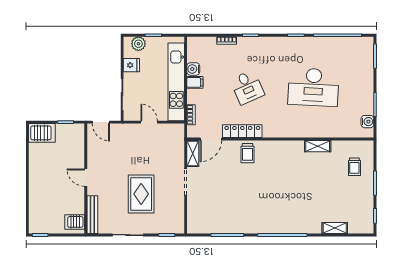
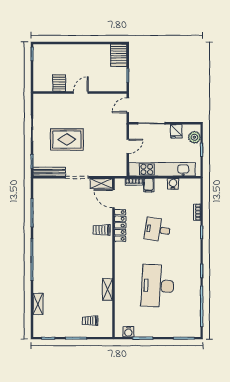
filing cabinet: (195, 82) -> (149, 185), moved
desk: (247, 87) -> (158, 230), turned 33
bench: (92, 215) -> (49, 172), moved
server rack: (75, 222) -> (59, 83), moved

